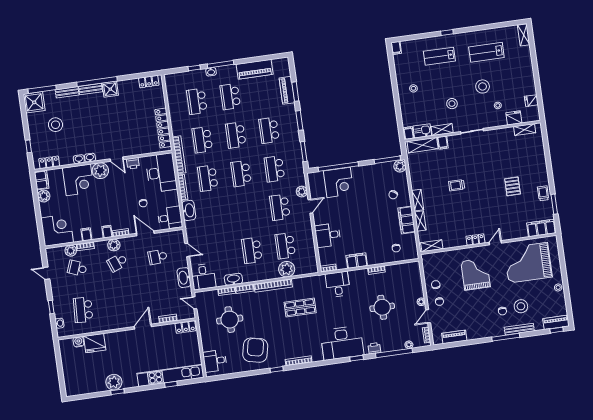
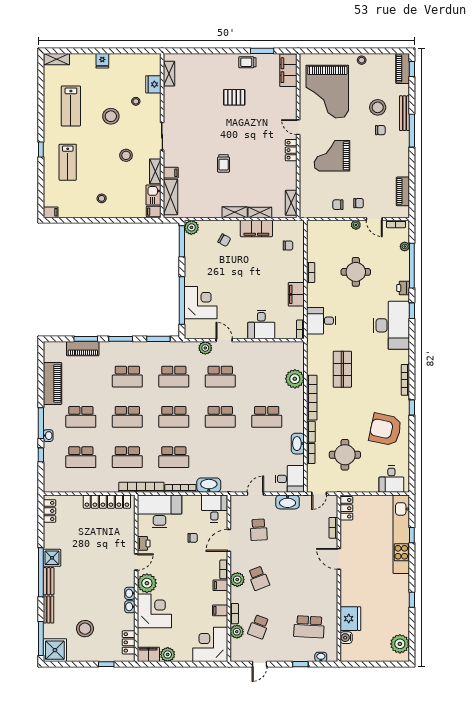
fridge: (531, 101) -> (102, 61), moved
school desk: (285, 246) -> (220, 417), moved
plant: (114, 382) -> (400, 644), moved

